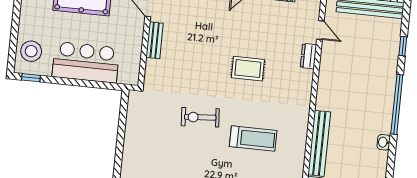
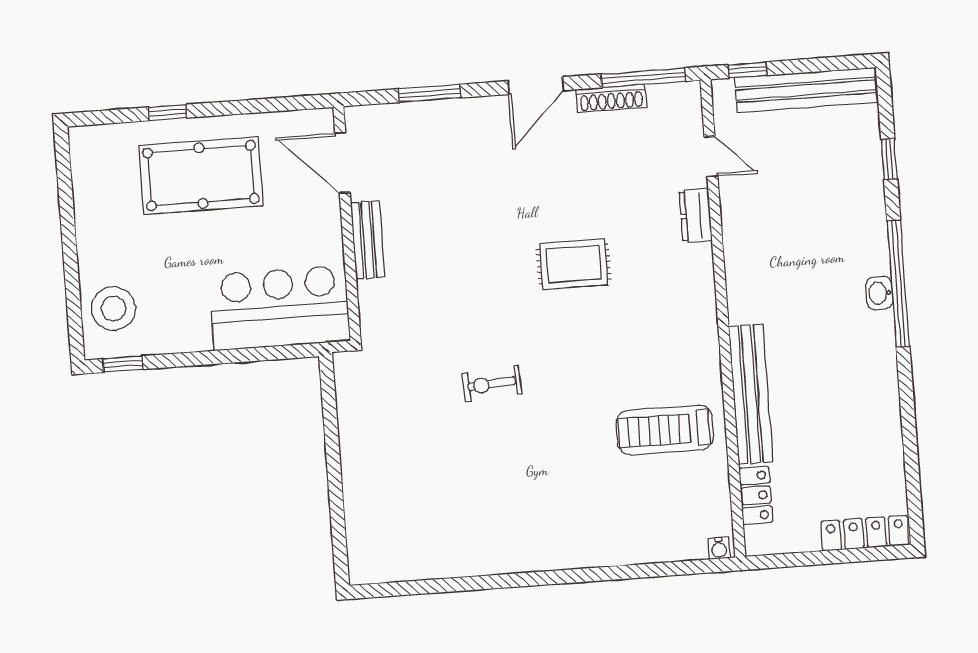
bar counter: (86, 62) -> (280, 308), moved
exercise bike: (200, 117) -> (492, 384), width x0.73, depth x0.72
treadmill: (253, 138) -> (665, 430), moved, turned 180
washbasin: (384, 142) -> (879, 293), moved

